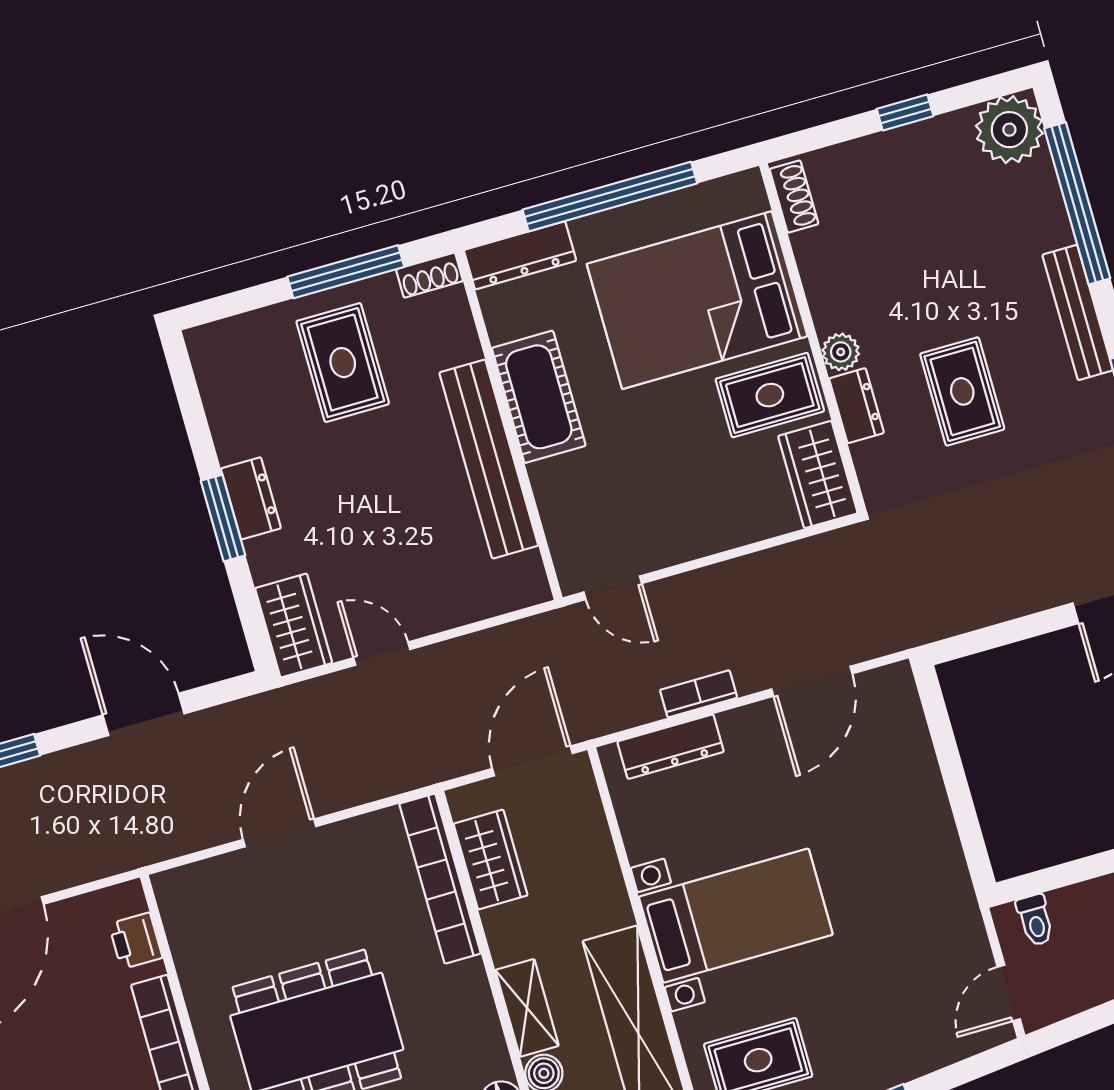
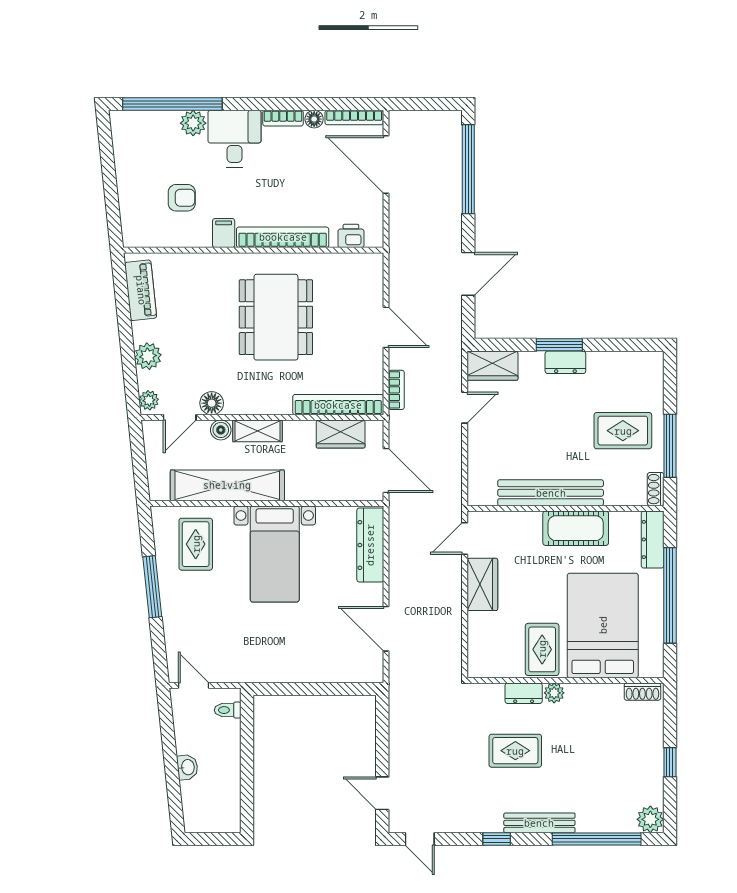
plant: (1009, 130) -> (650, 819), width x0.73, depth x0.73
wardrobe: (818, 475) -> (482, 584), moved, turned 90
bookcase: (699, 694) -> (396, 390), moved
dresser: (671, 747) -> (370, 545), width x1.37, depth x1.24

